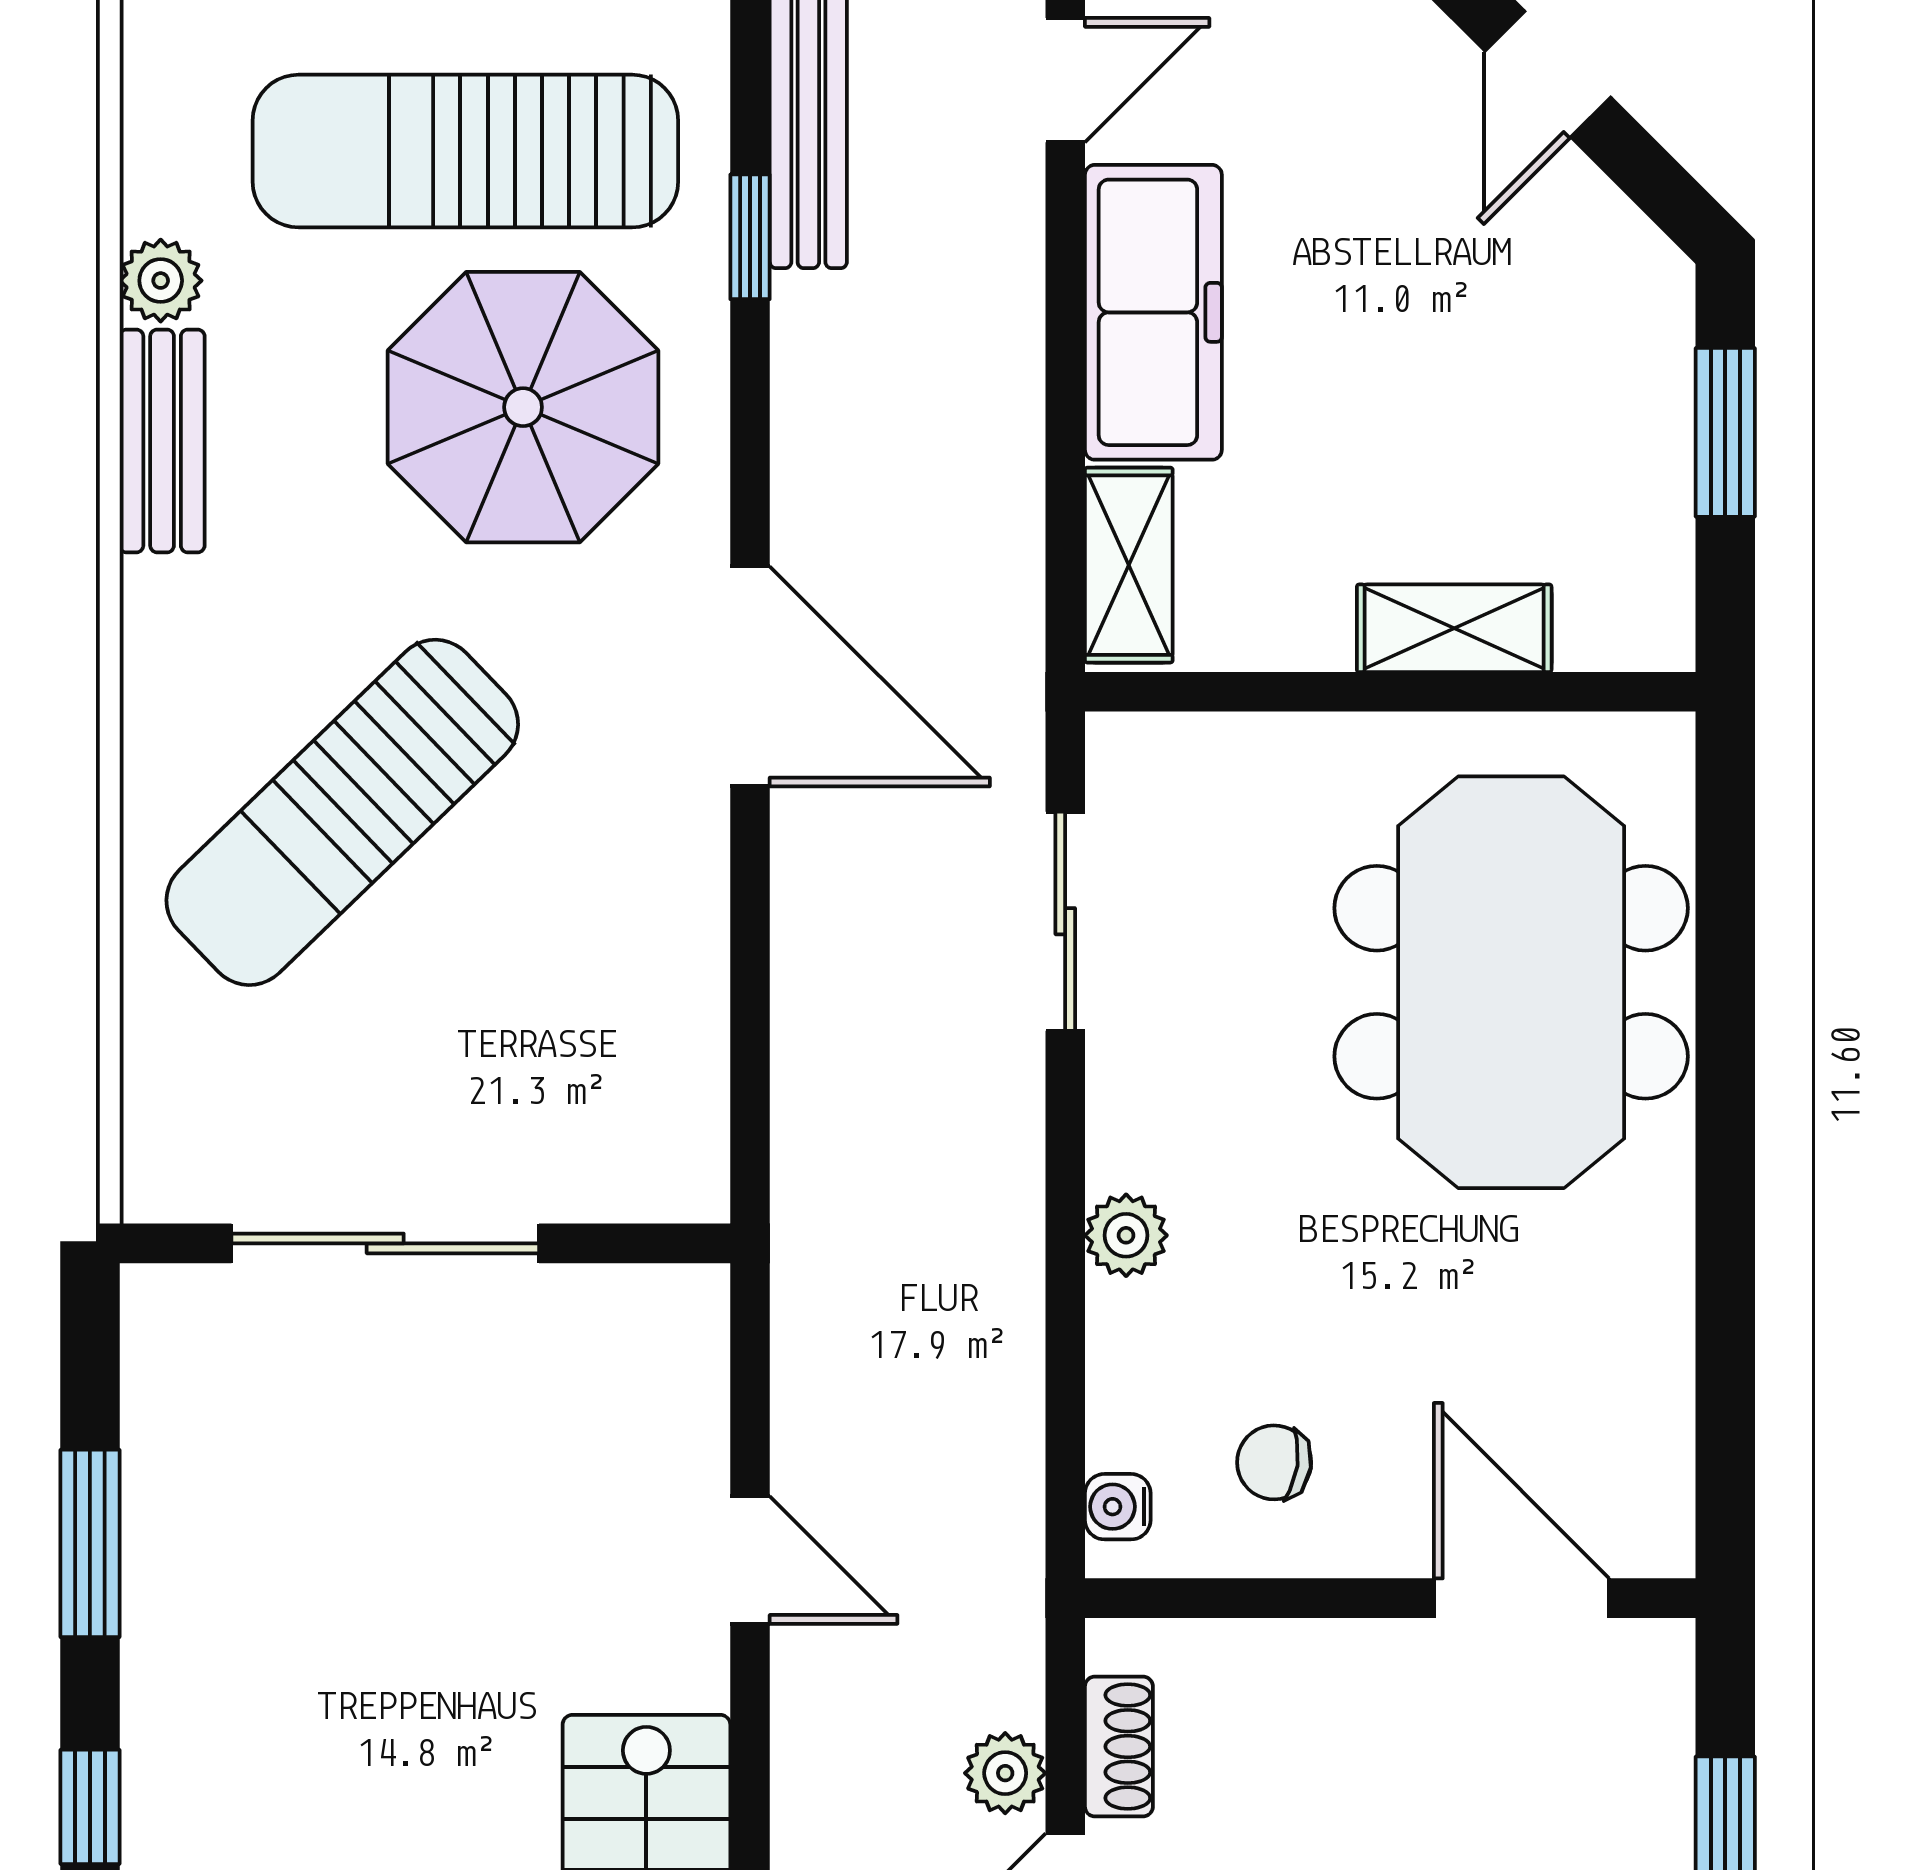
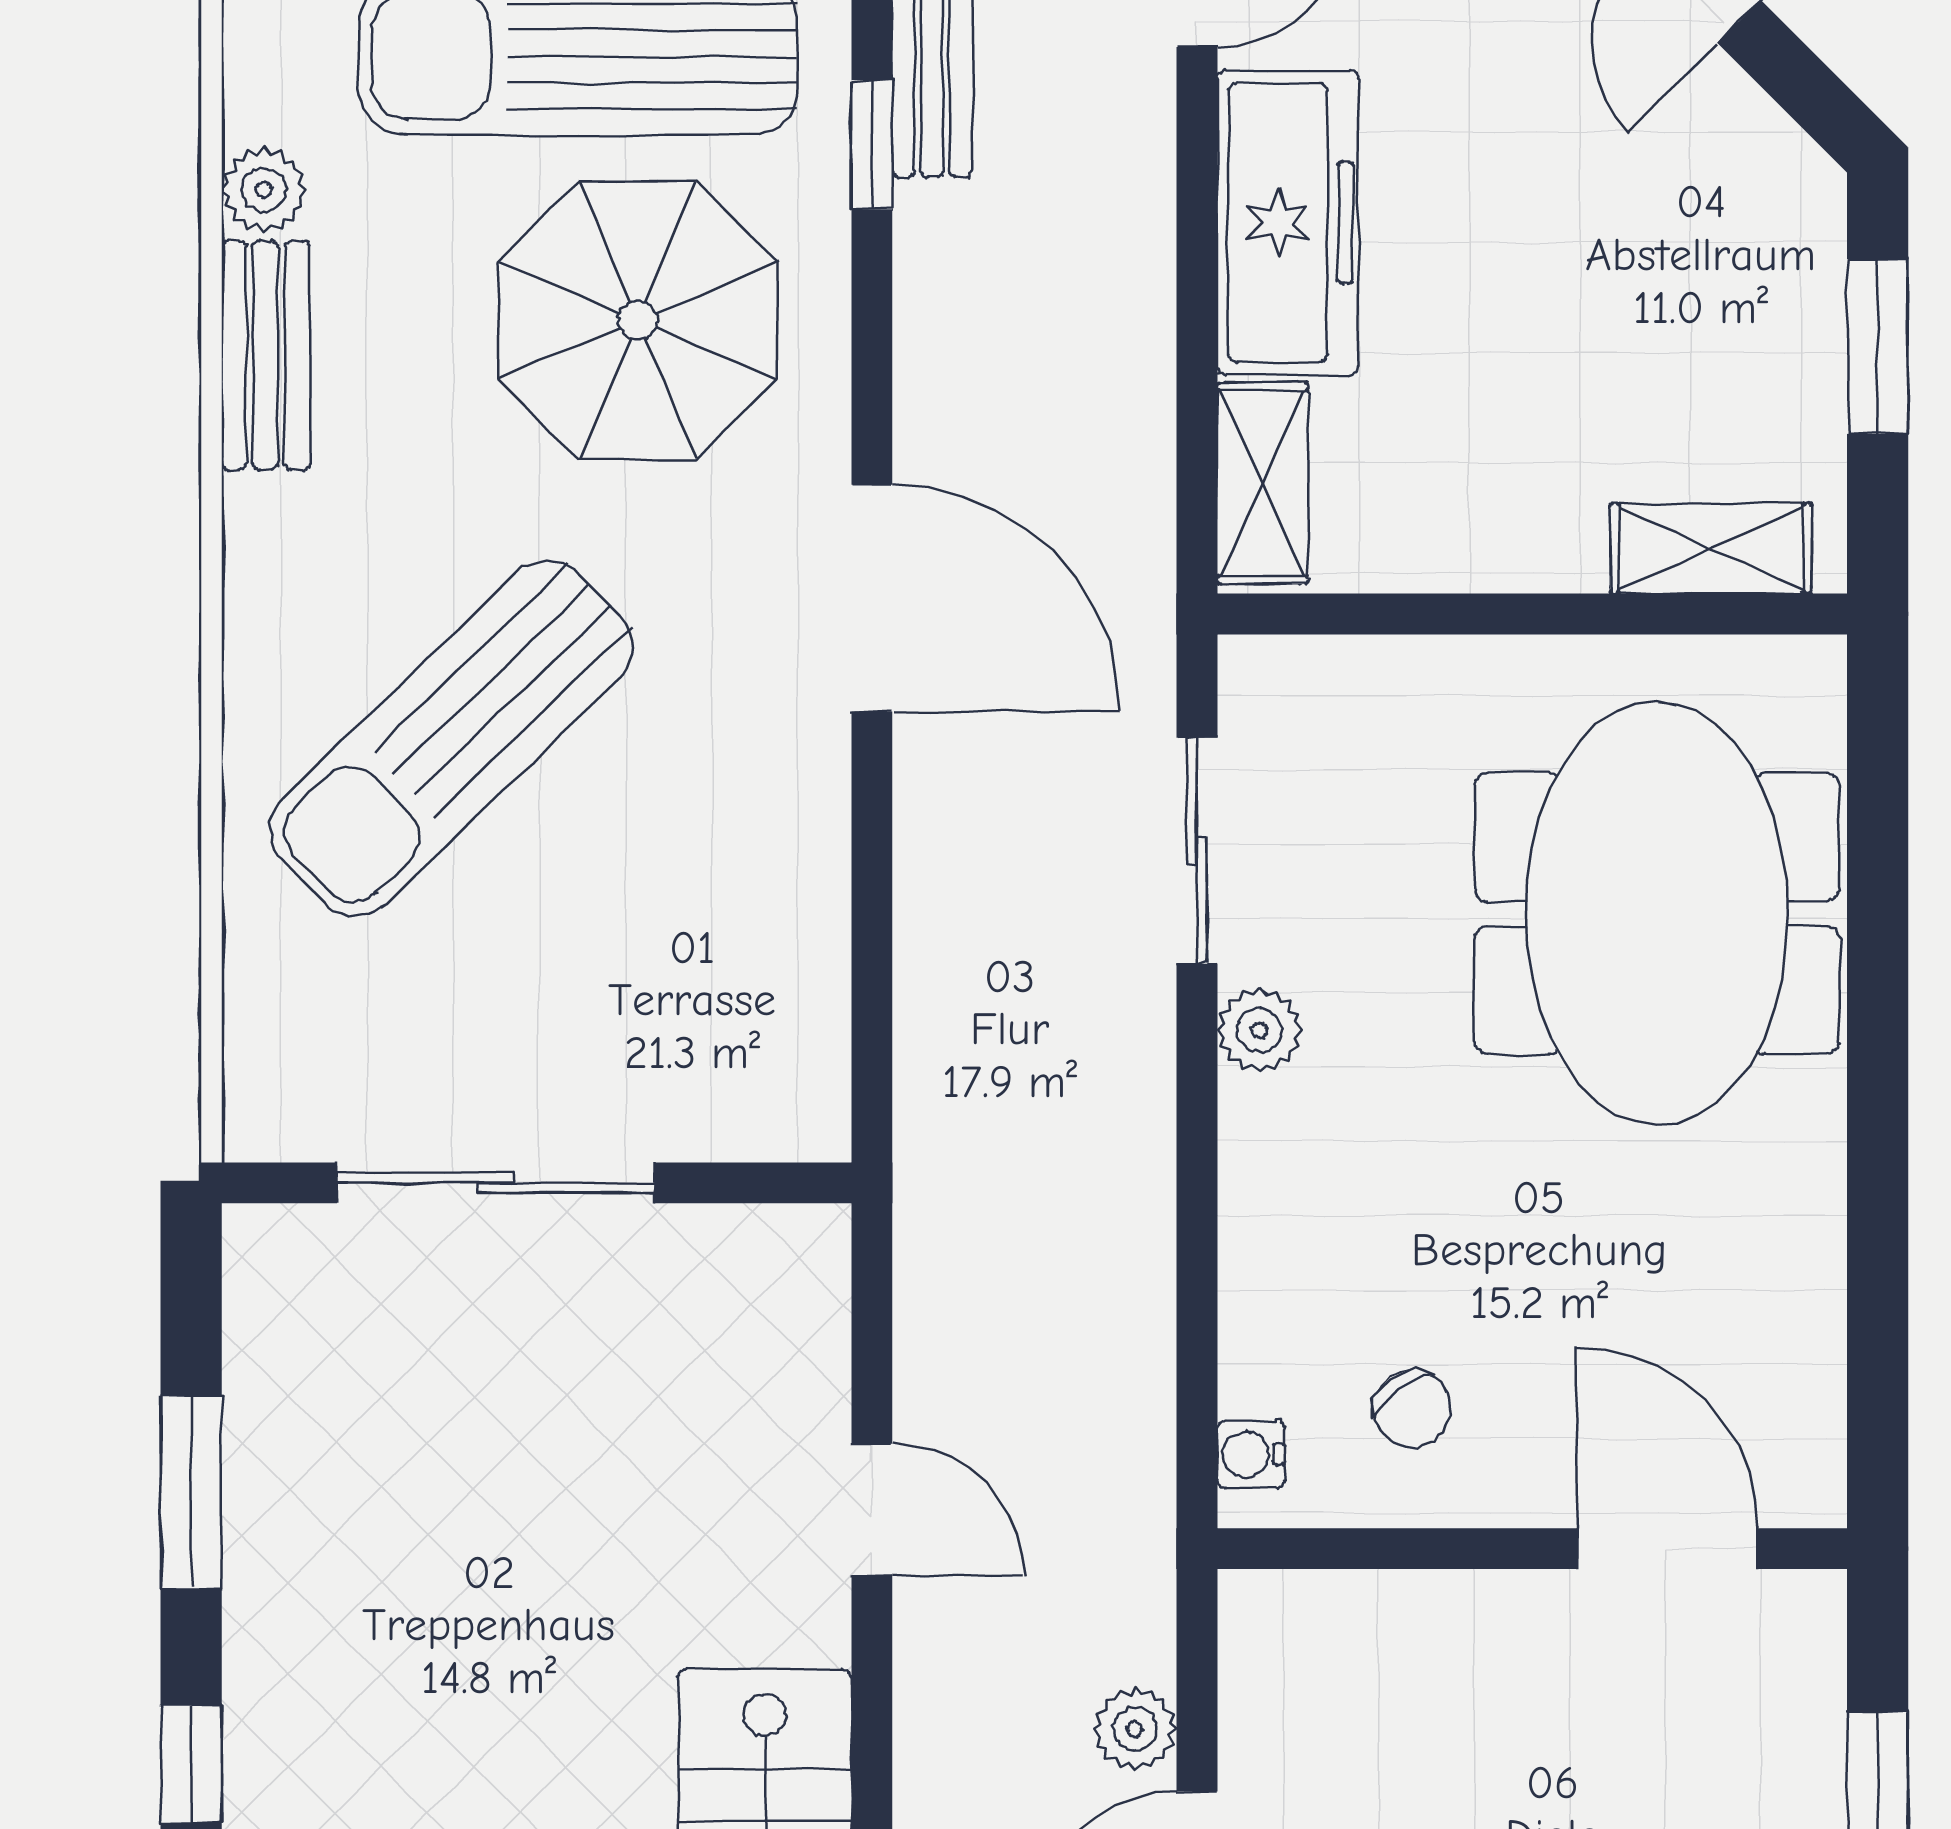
shelving: (1454, 628) -> (1711, 548), moved
plant: (1126, 1235) -> (1260, 1030), moved
chair: (1274, 1462) -> (1412, 1409), turned -133
shoe rack: (1119, 1747) -> (1252, 1702), removed

